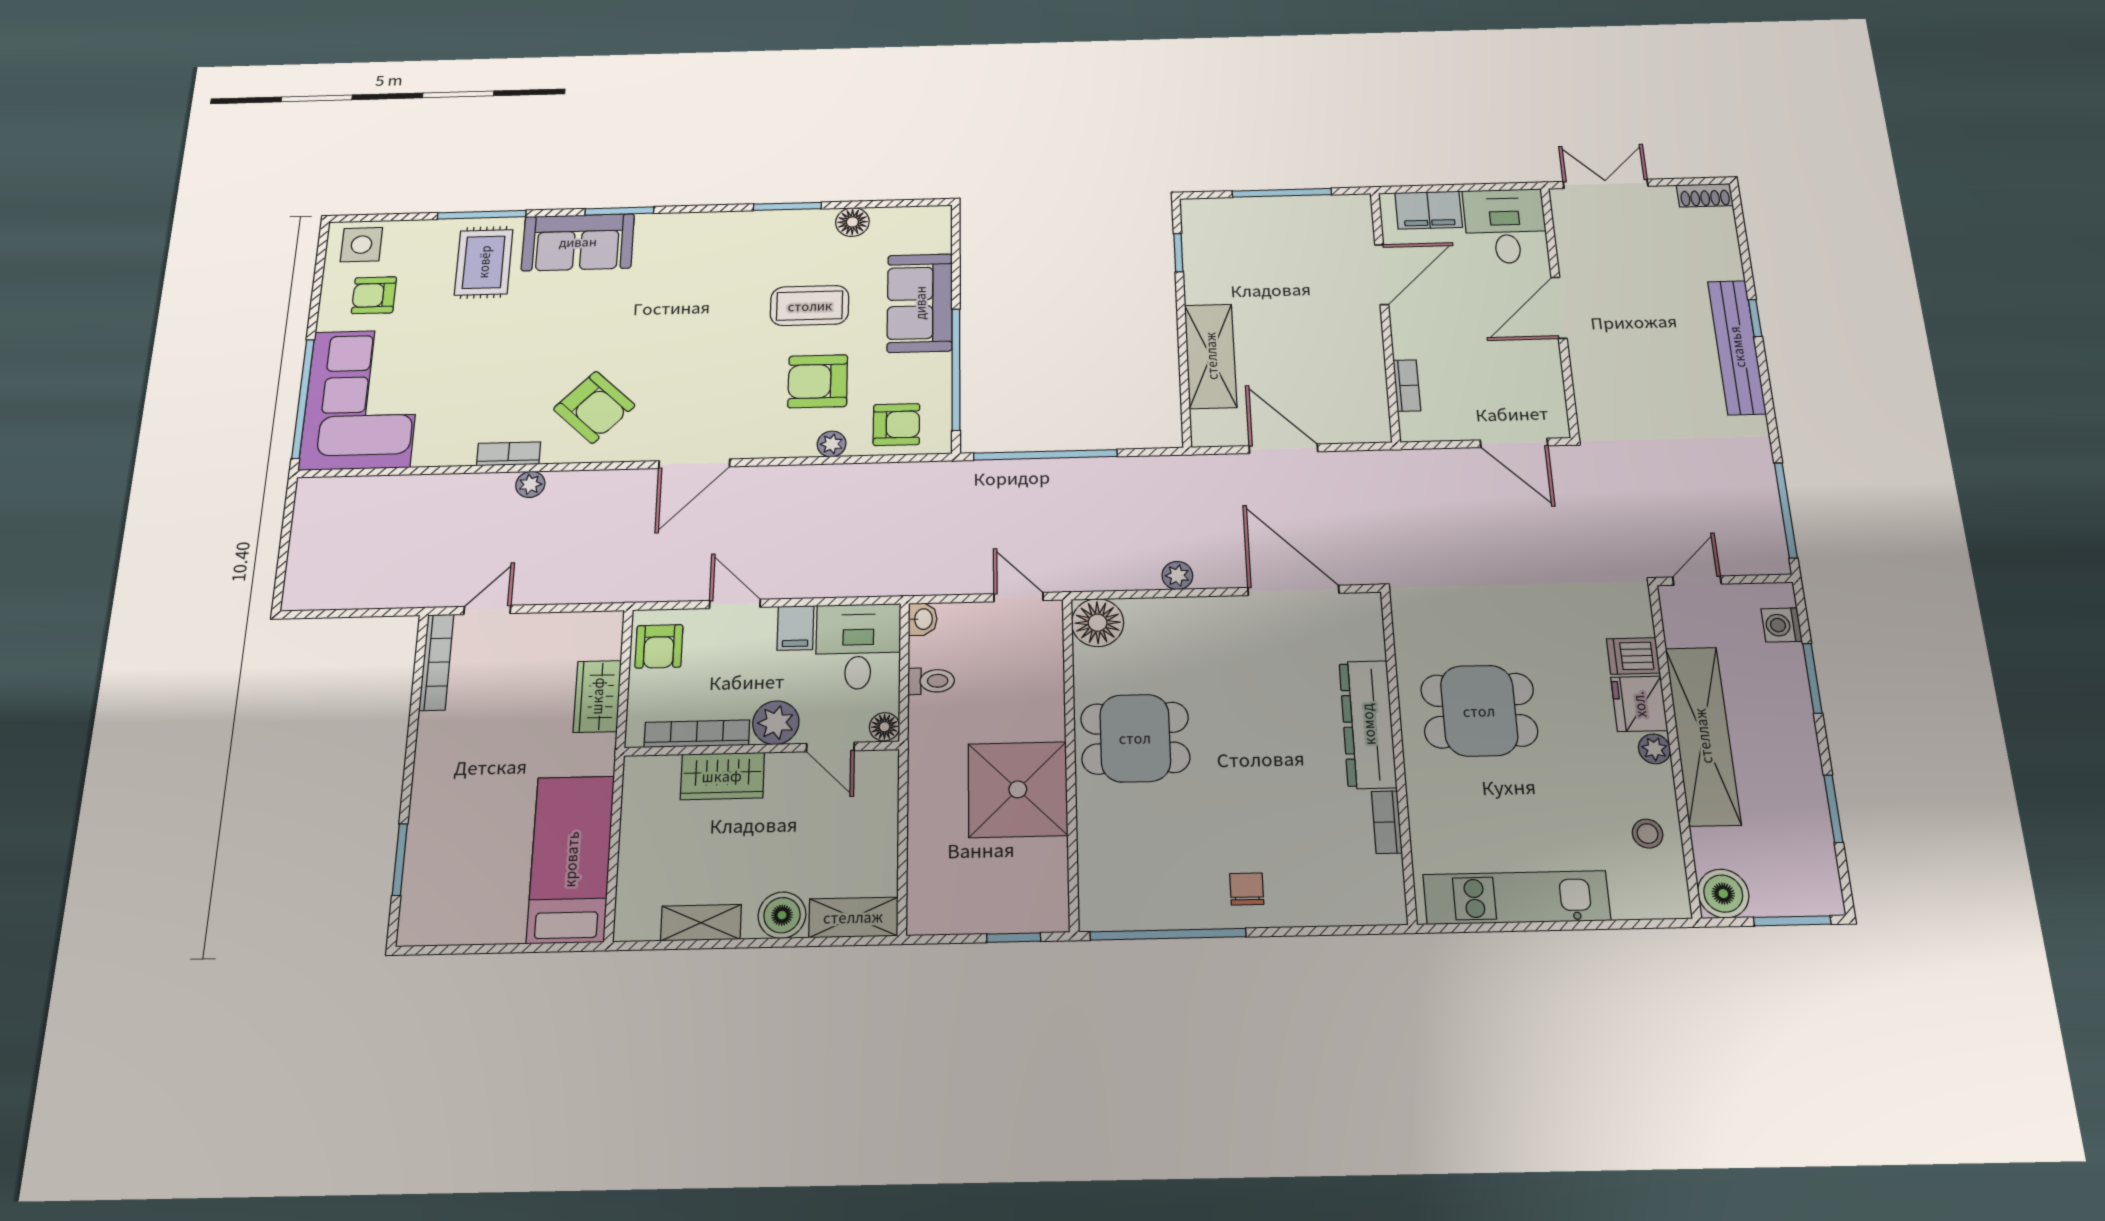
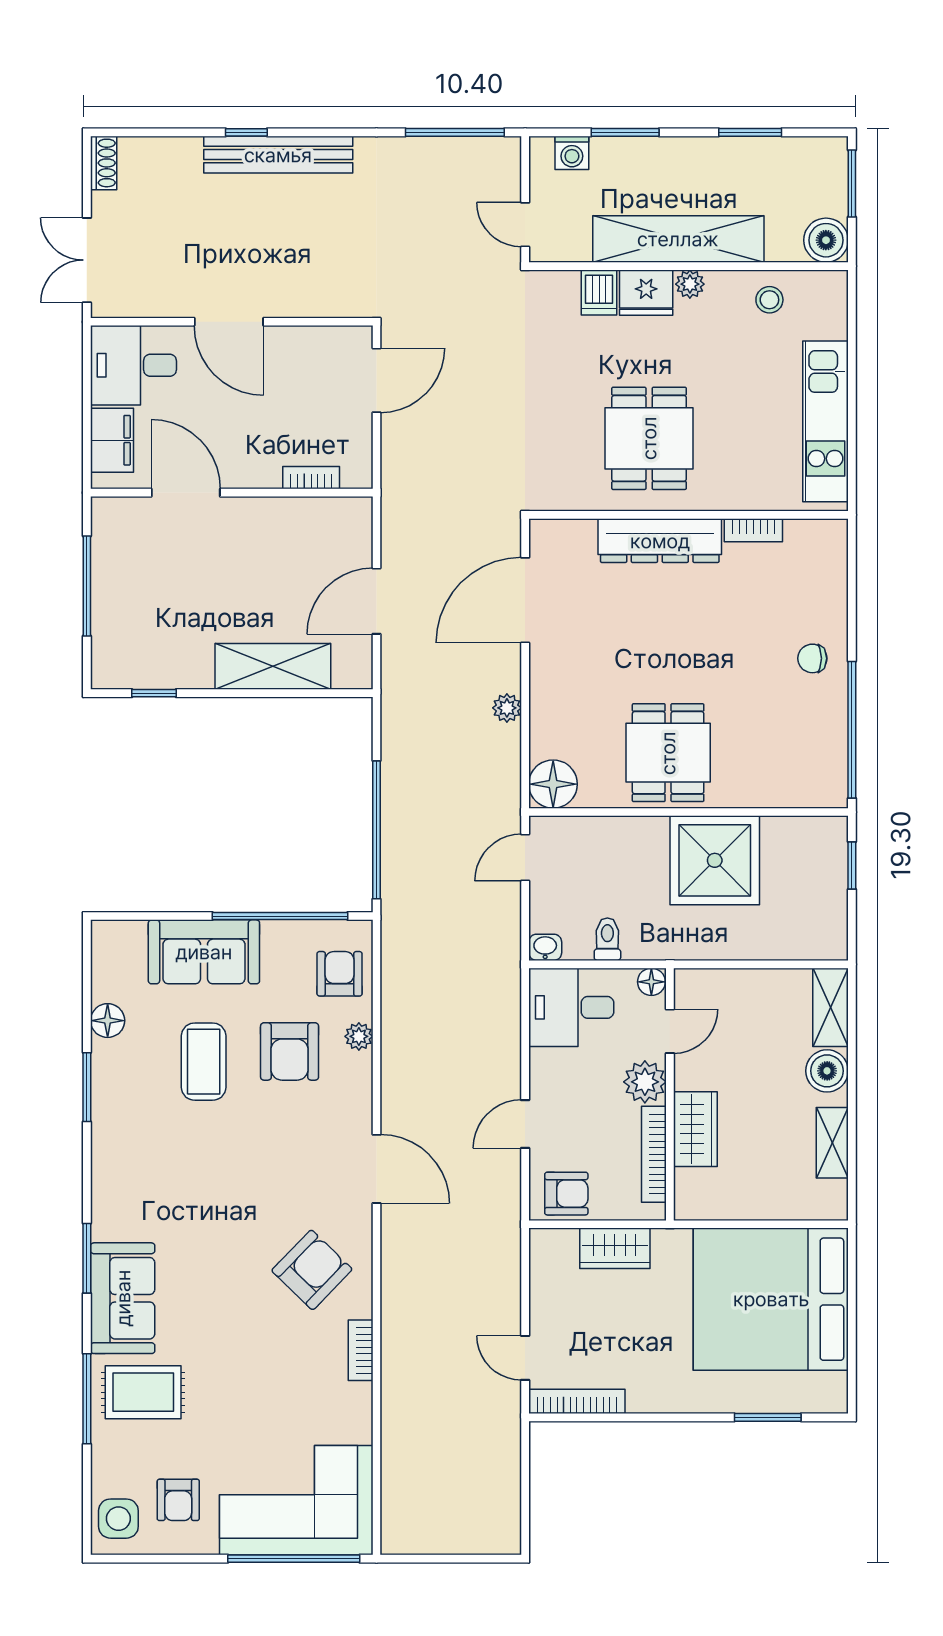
plant: (530, 484) -> (394, 1327), removed
filing cabinet: (795, 628) -> (551, 1066), removed
bed: (571, 859) -> (771, 1299), width x2.04

